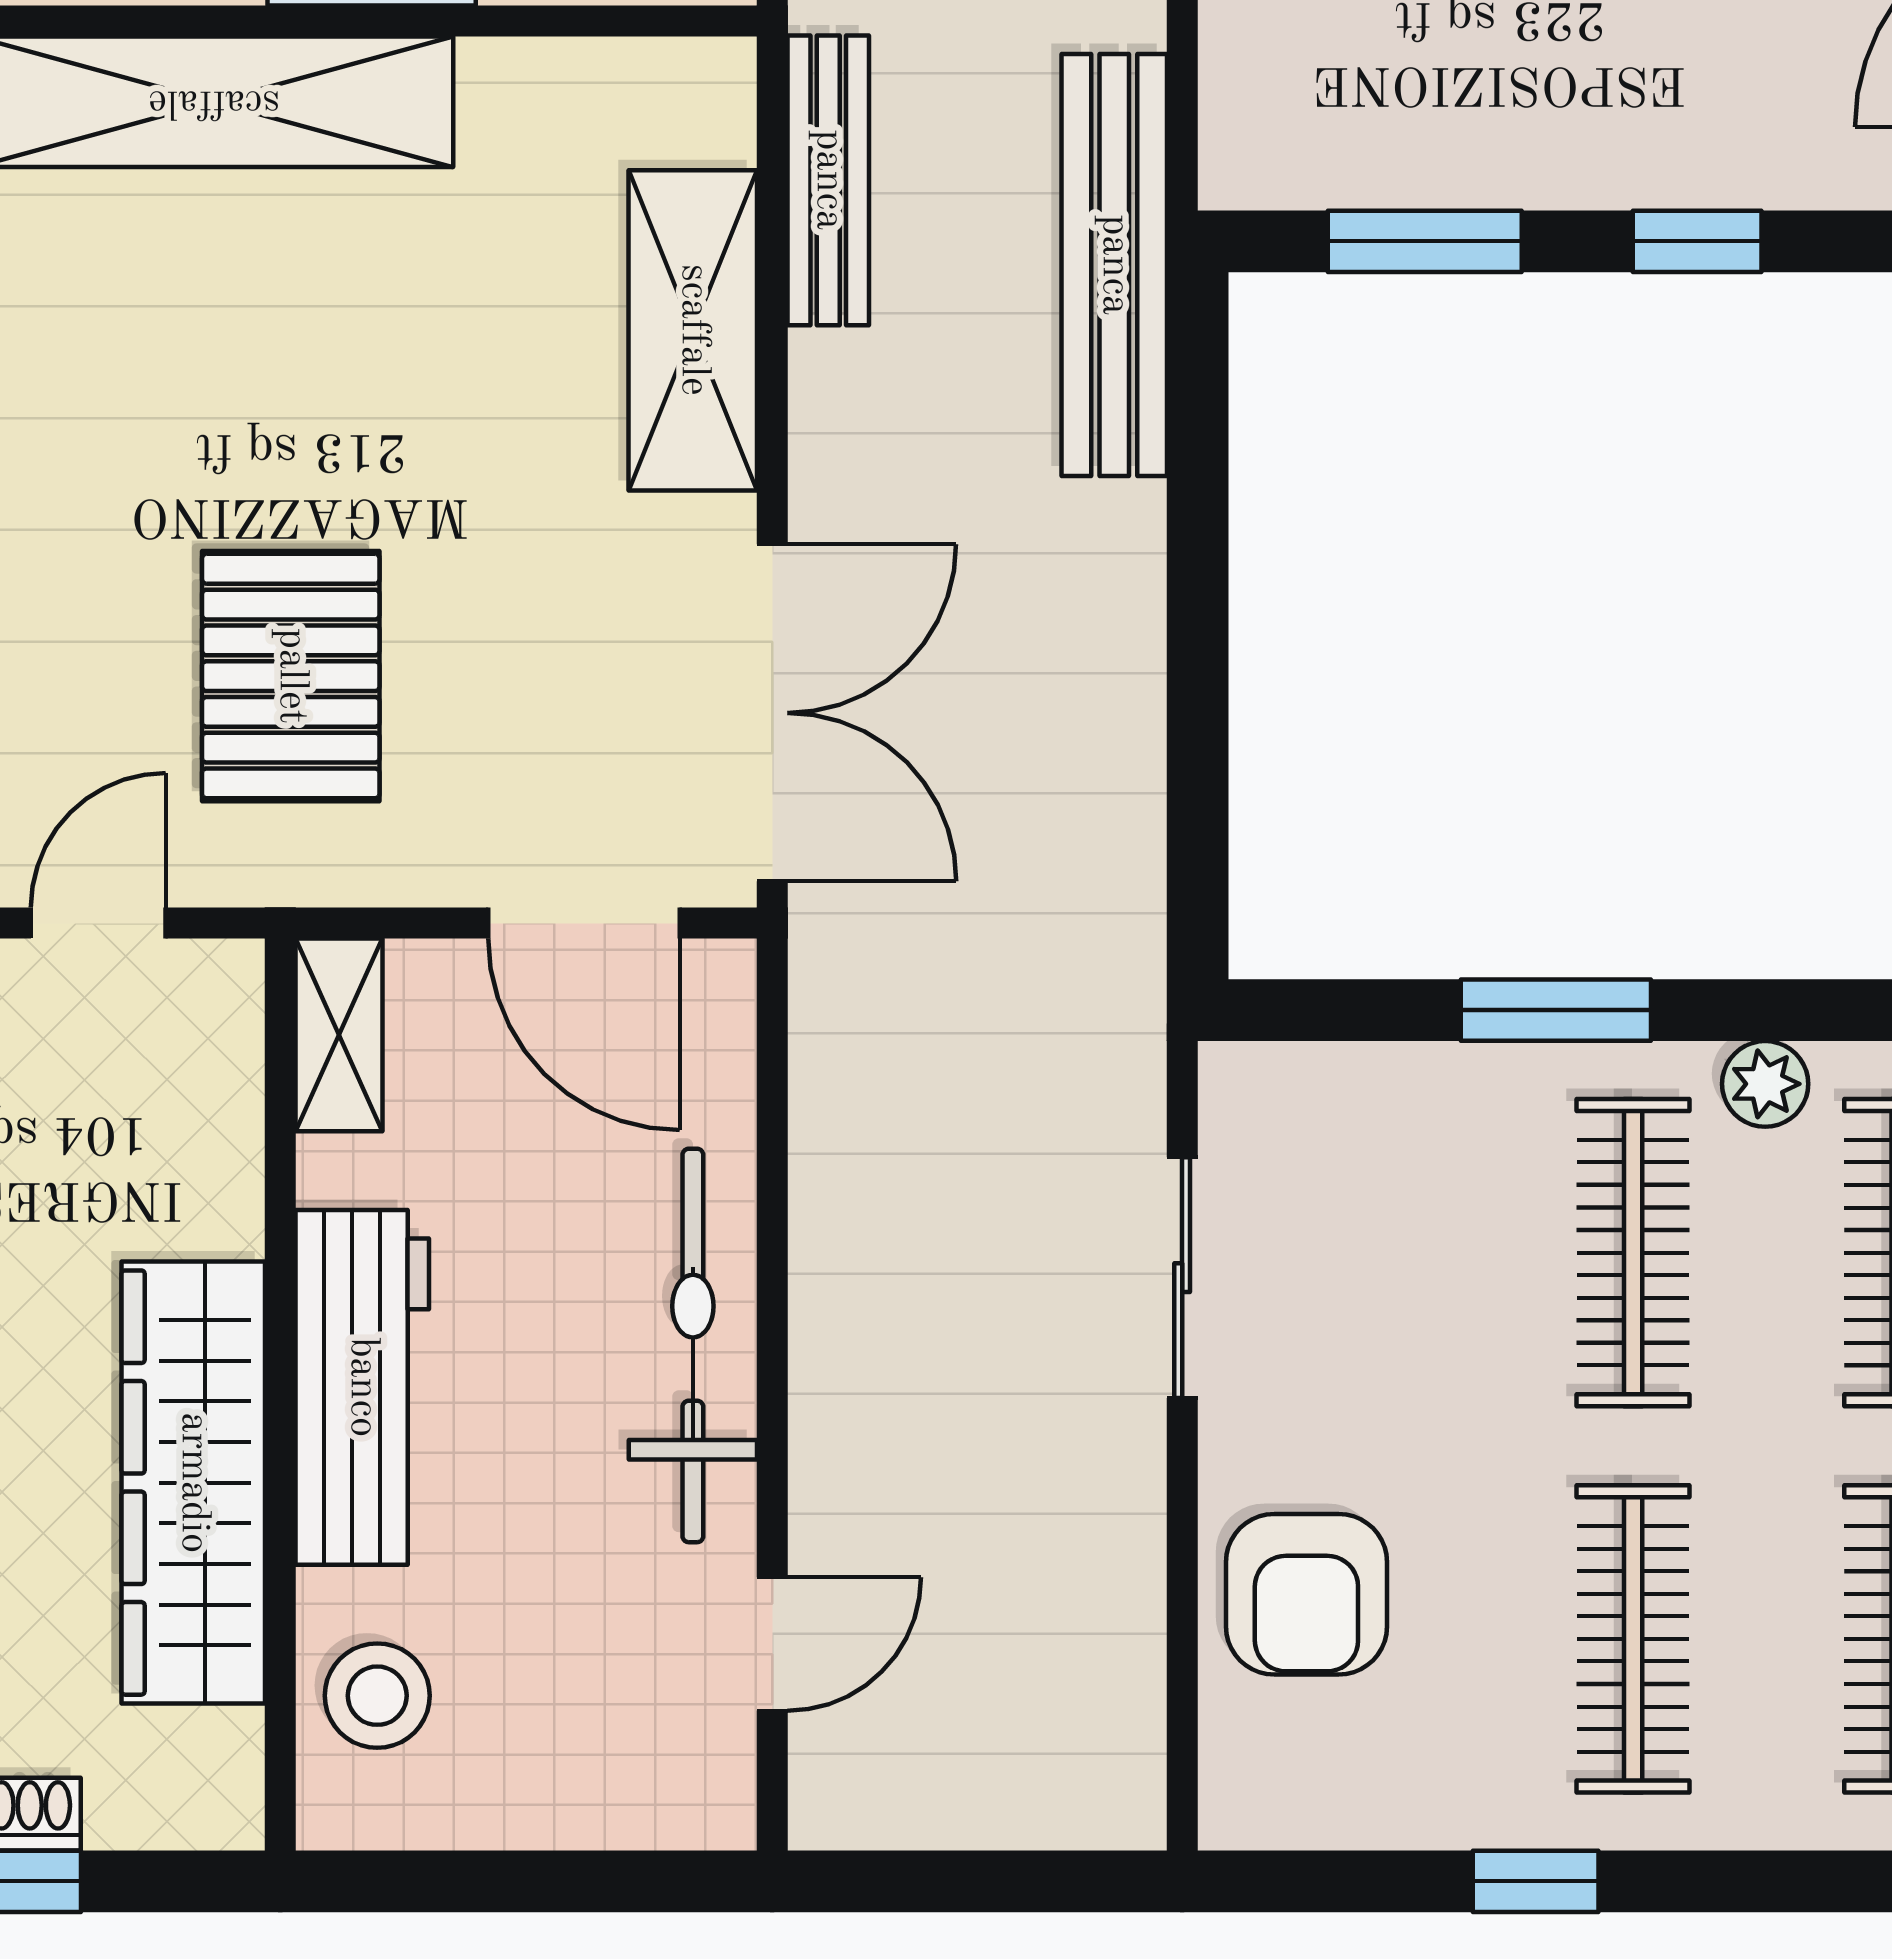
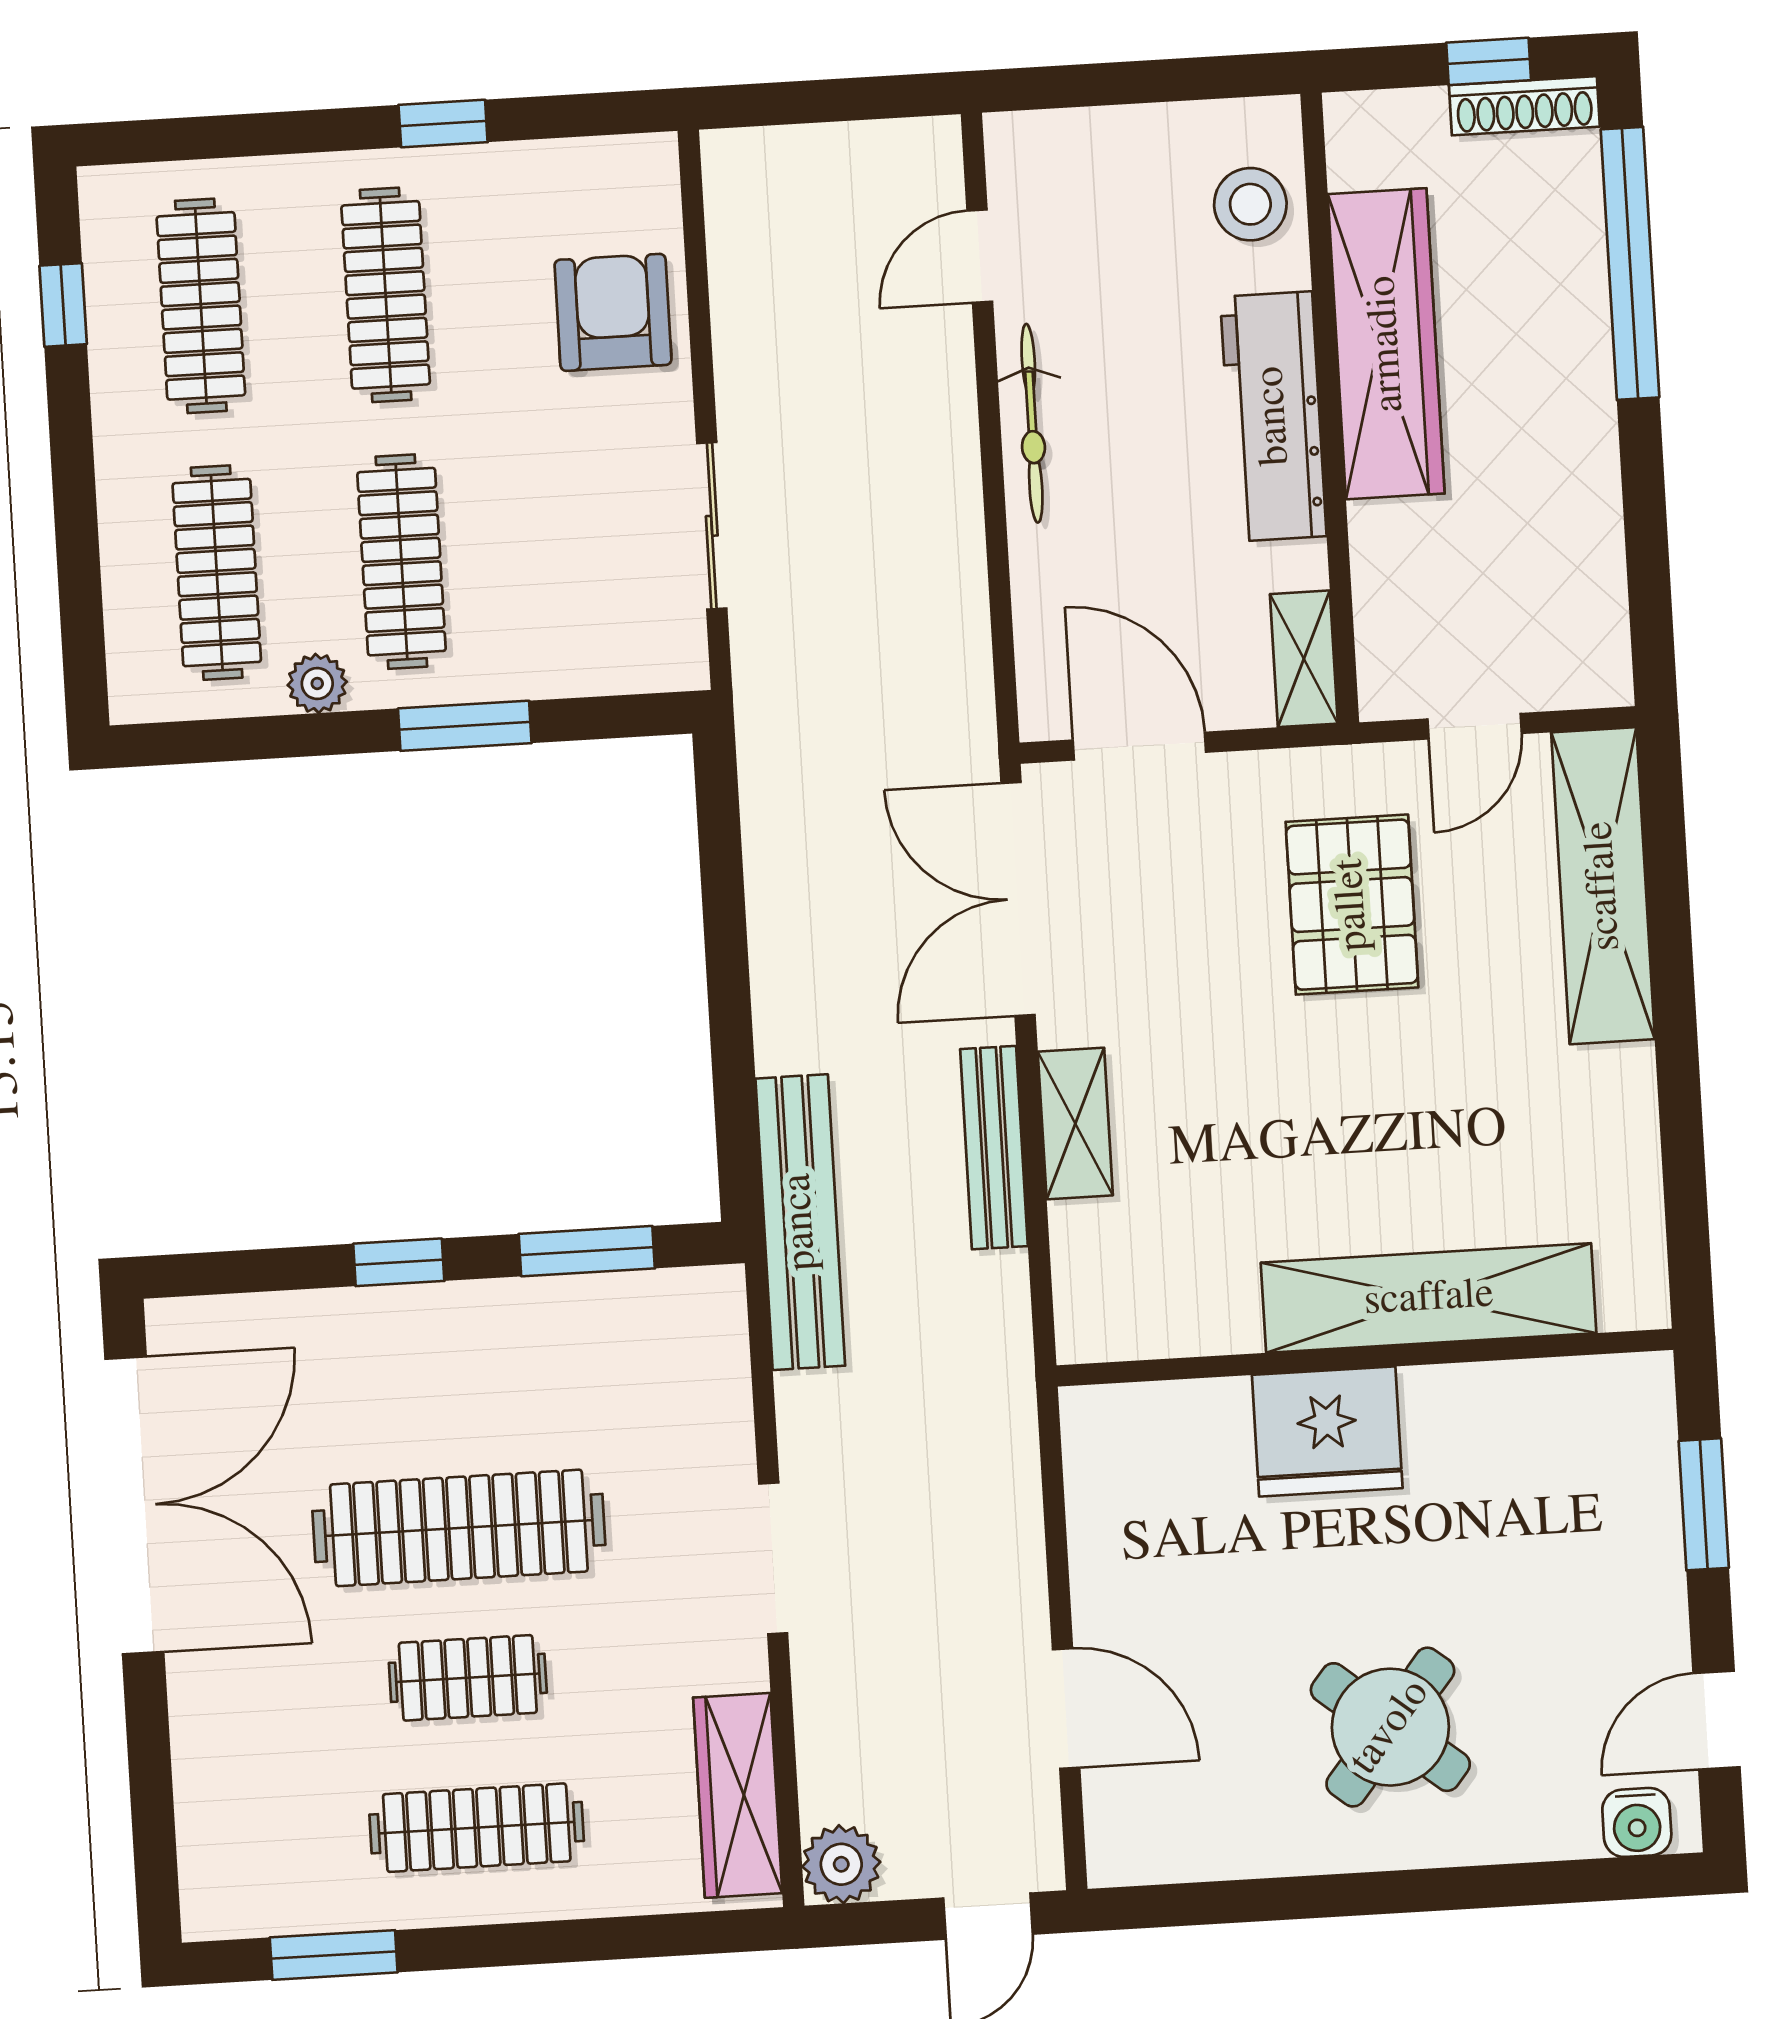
bench: (828, 180) -> (994, 1148), moved
shelving: (693, 330) -> (1075, 1123), width x0.67, depth x0.75
bicycle: (693, 1345) -> (1032, 423), width x0.73, depth x0.71

